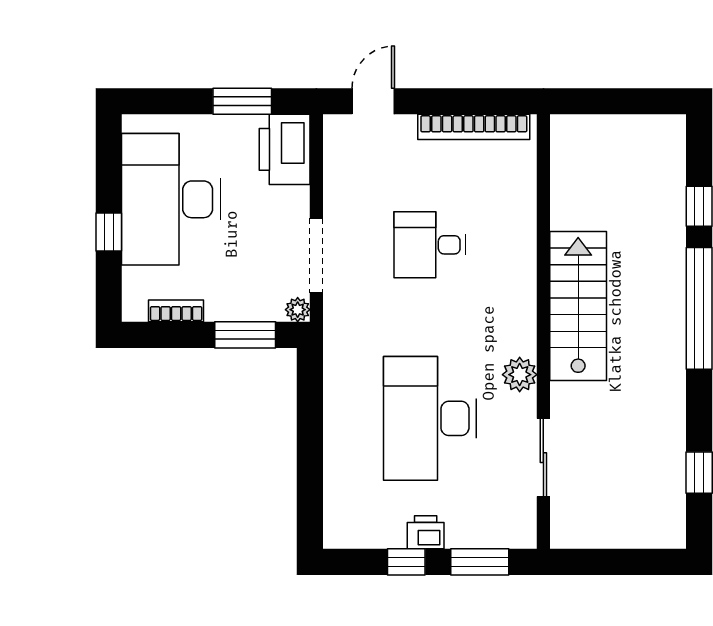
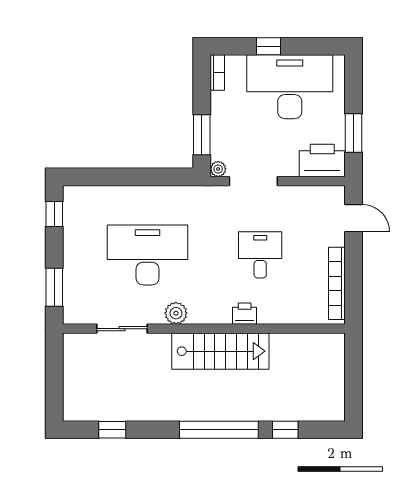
bookcase: (176, 311) -> (217, 72), moved
printer: (426, 532) -> (245, 314), moved, turned -90
window: (406, 562) -> (54, 214), moved

